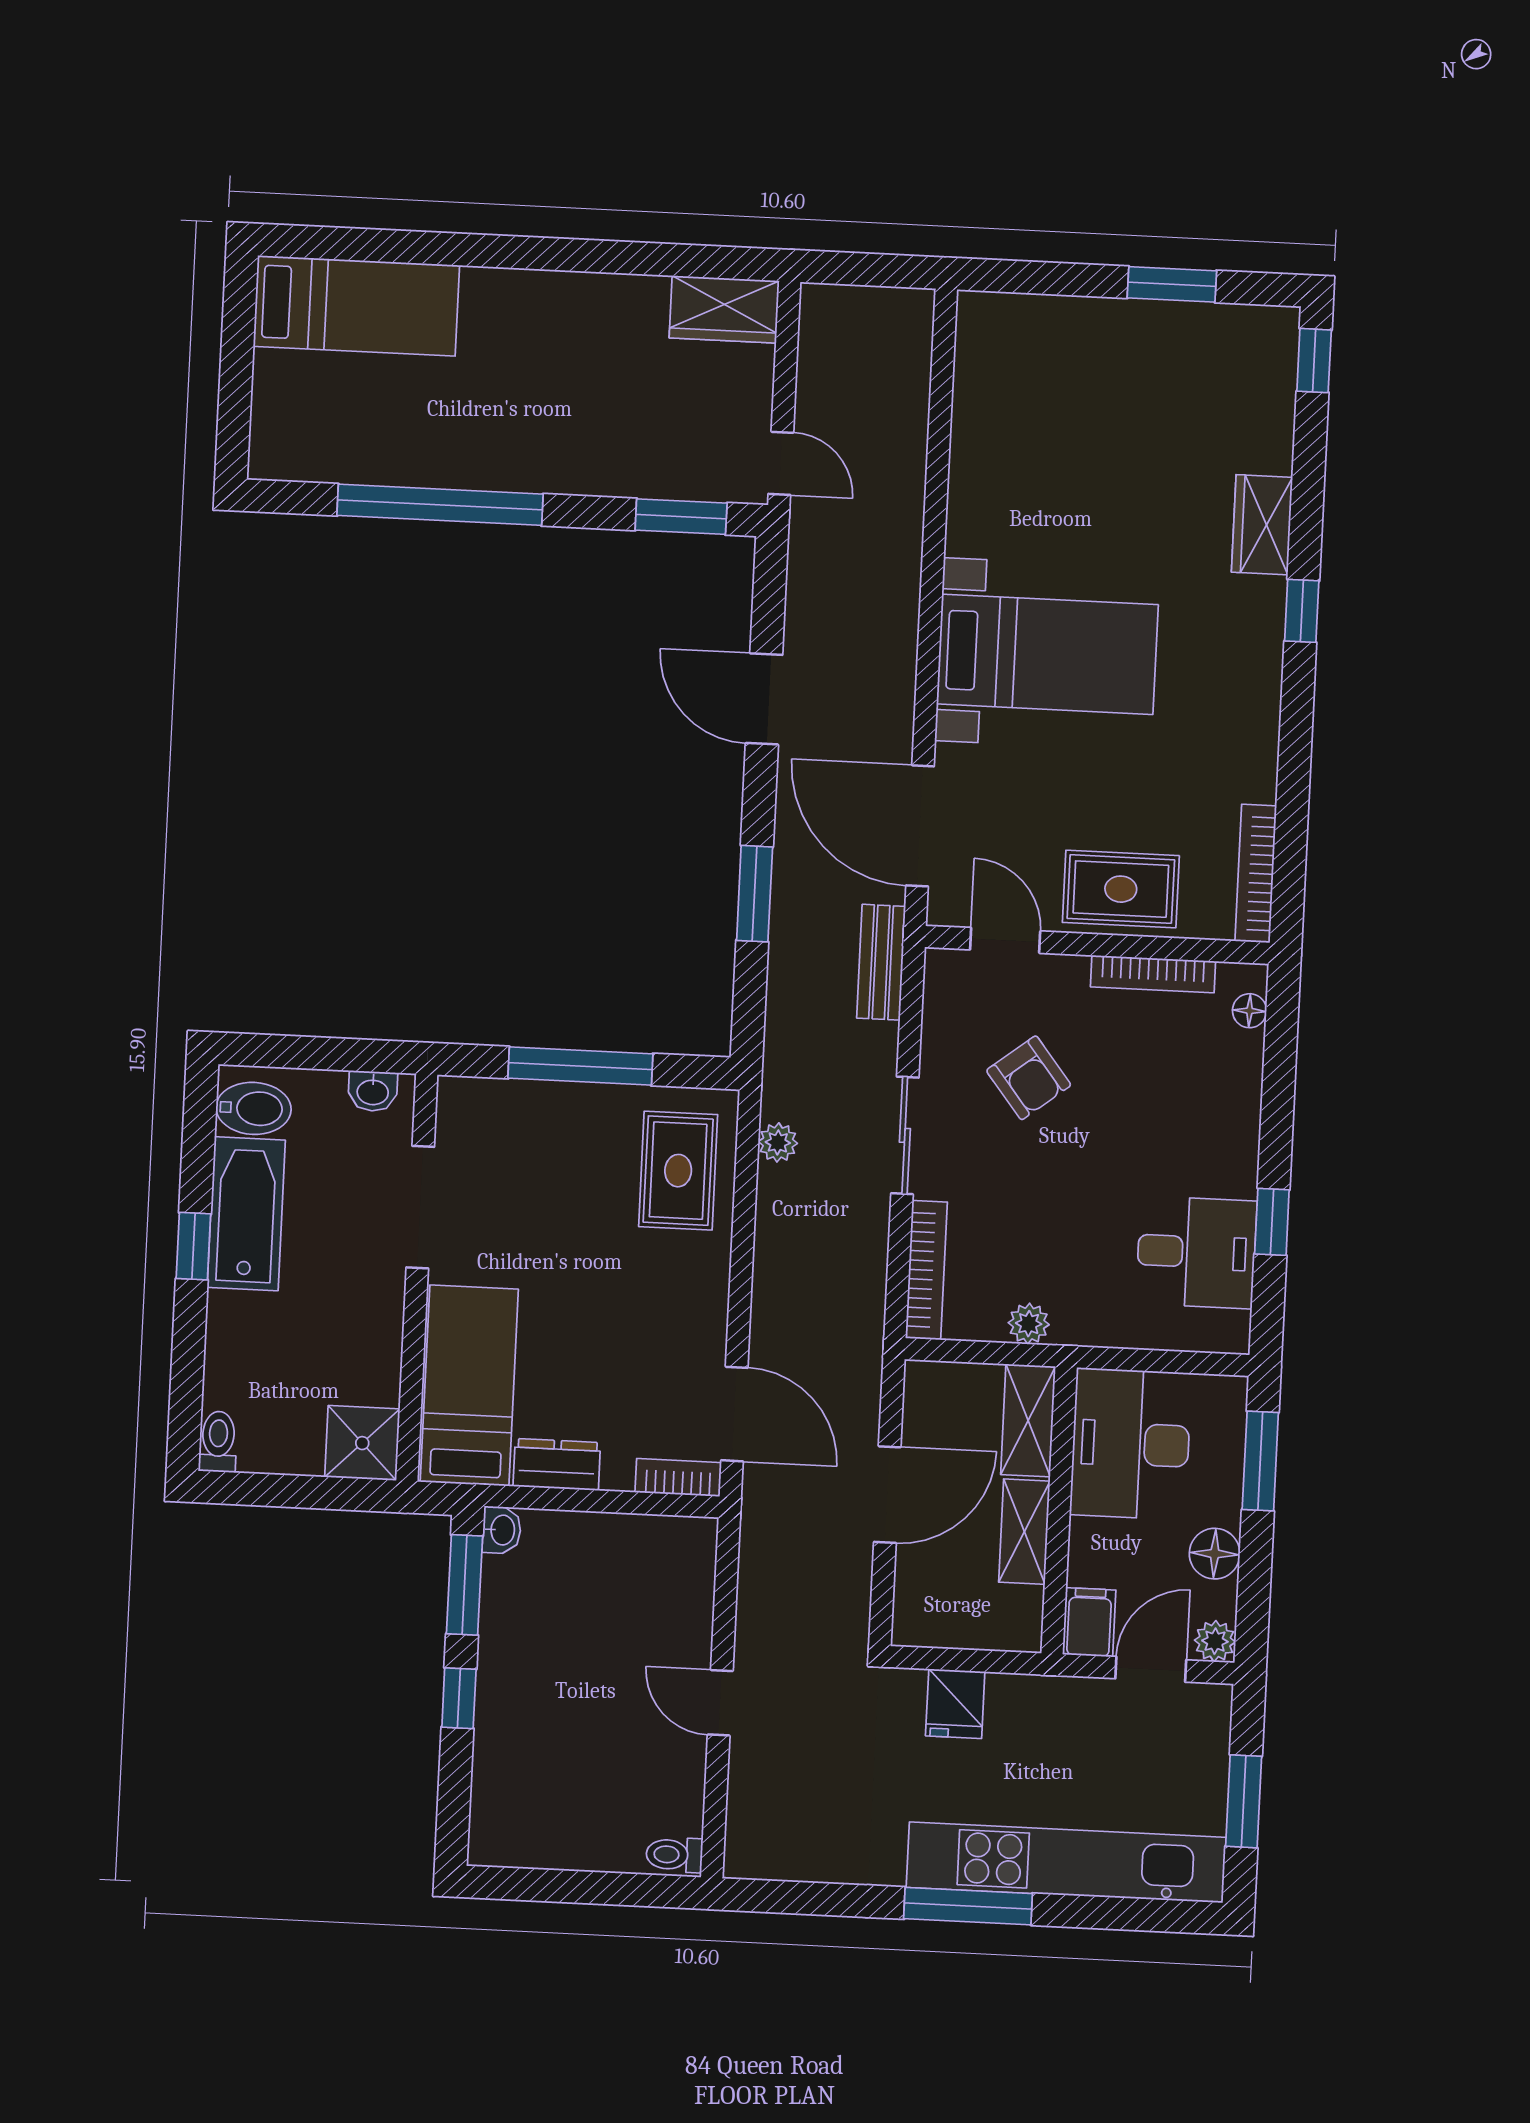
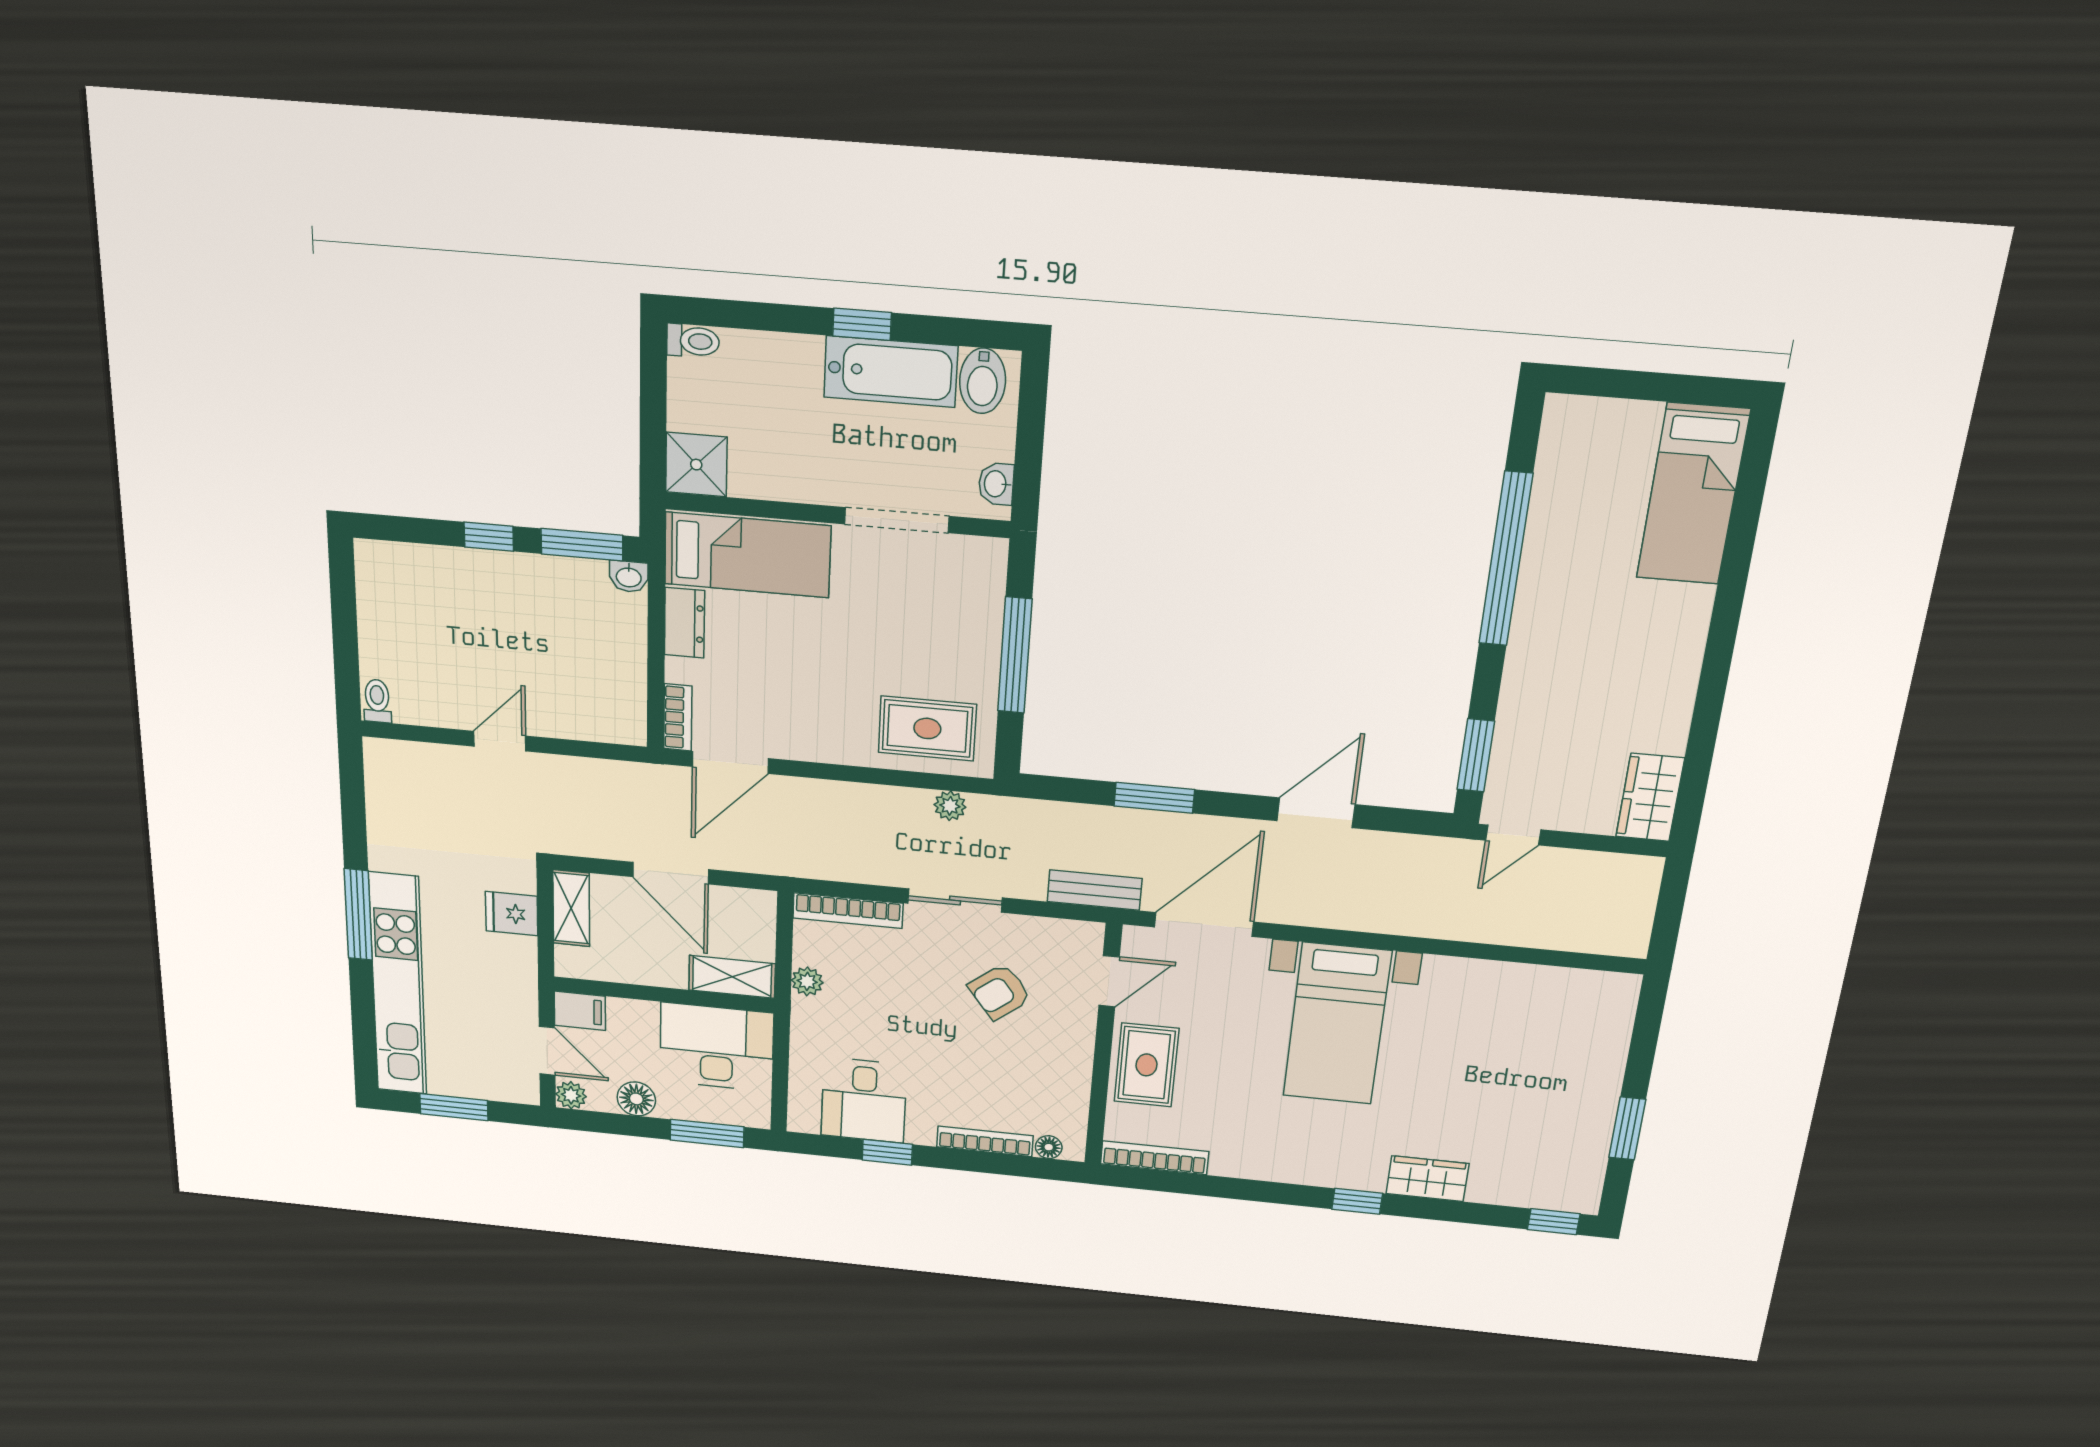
bookcase: (1153, 974) -> (985, 1141), moved, turned 90
shelving: (1024, 1532) -> (571, 908), moved, turned 90

